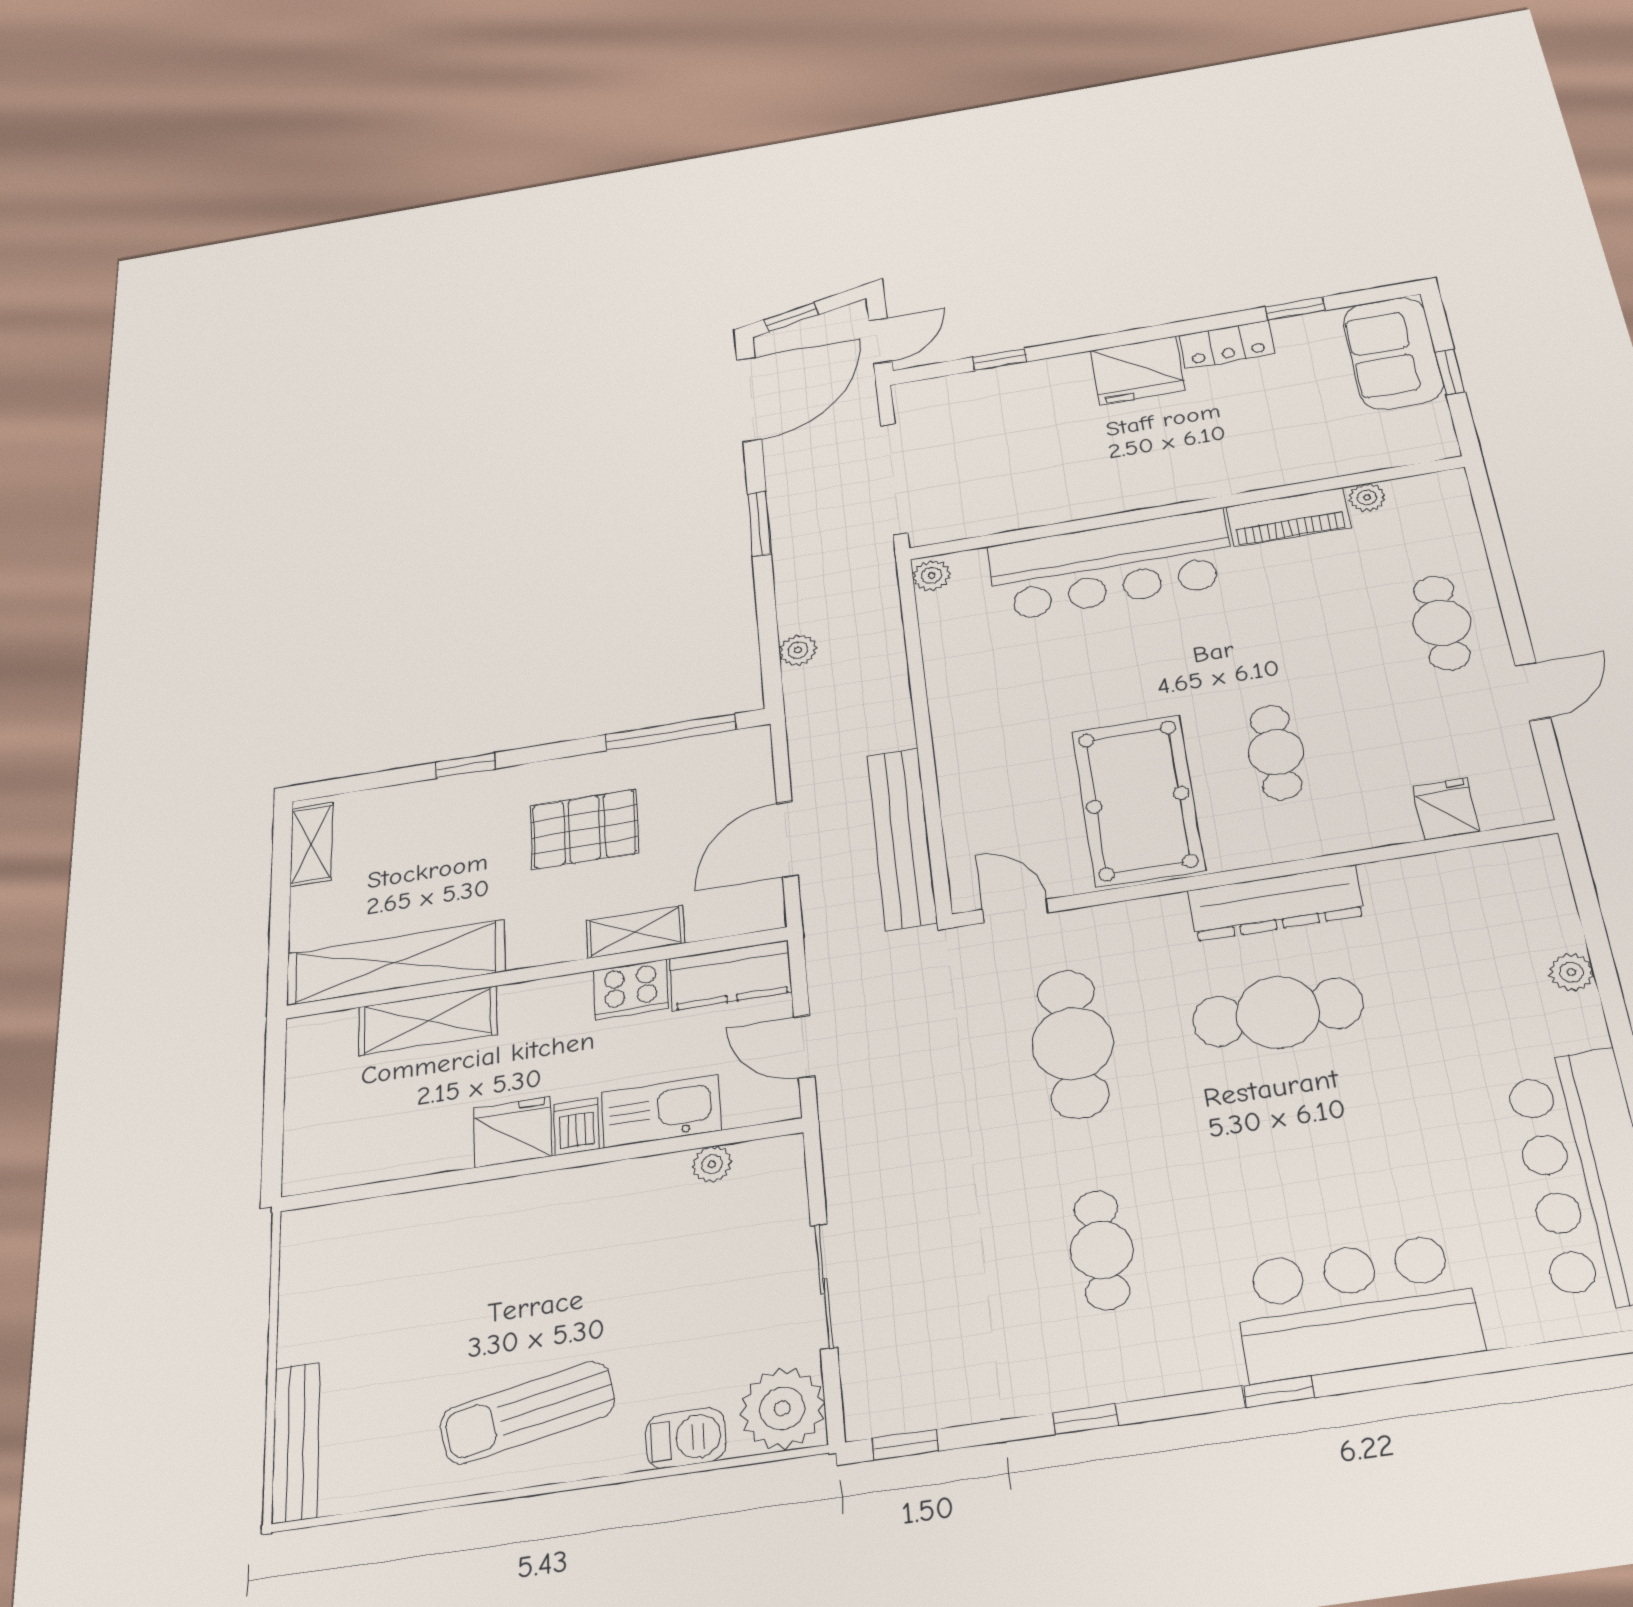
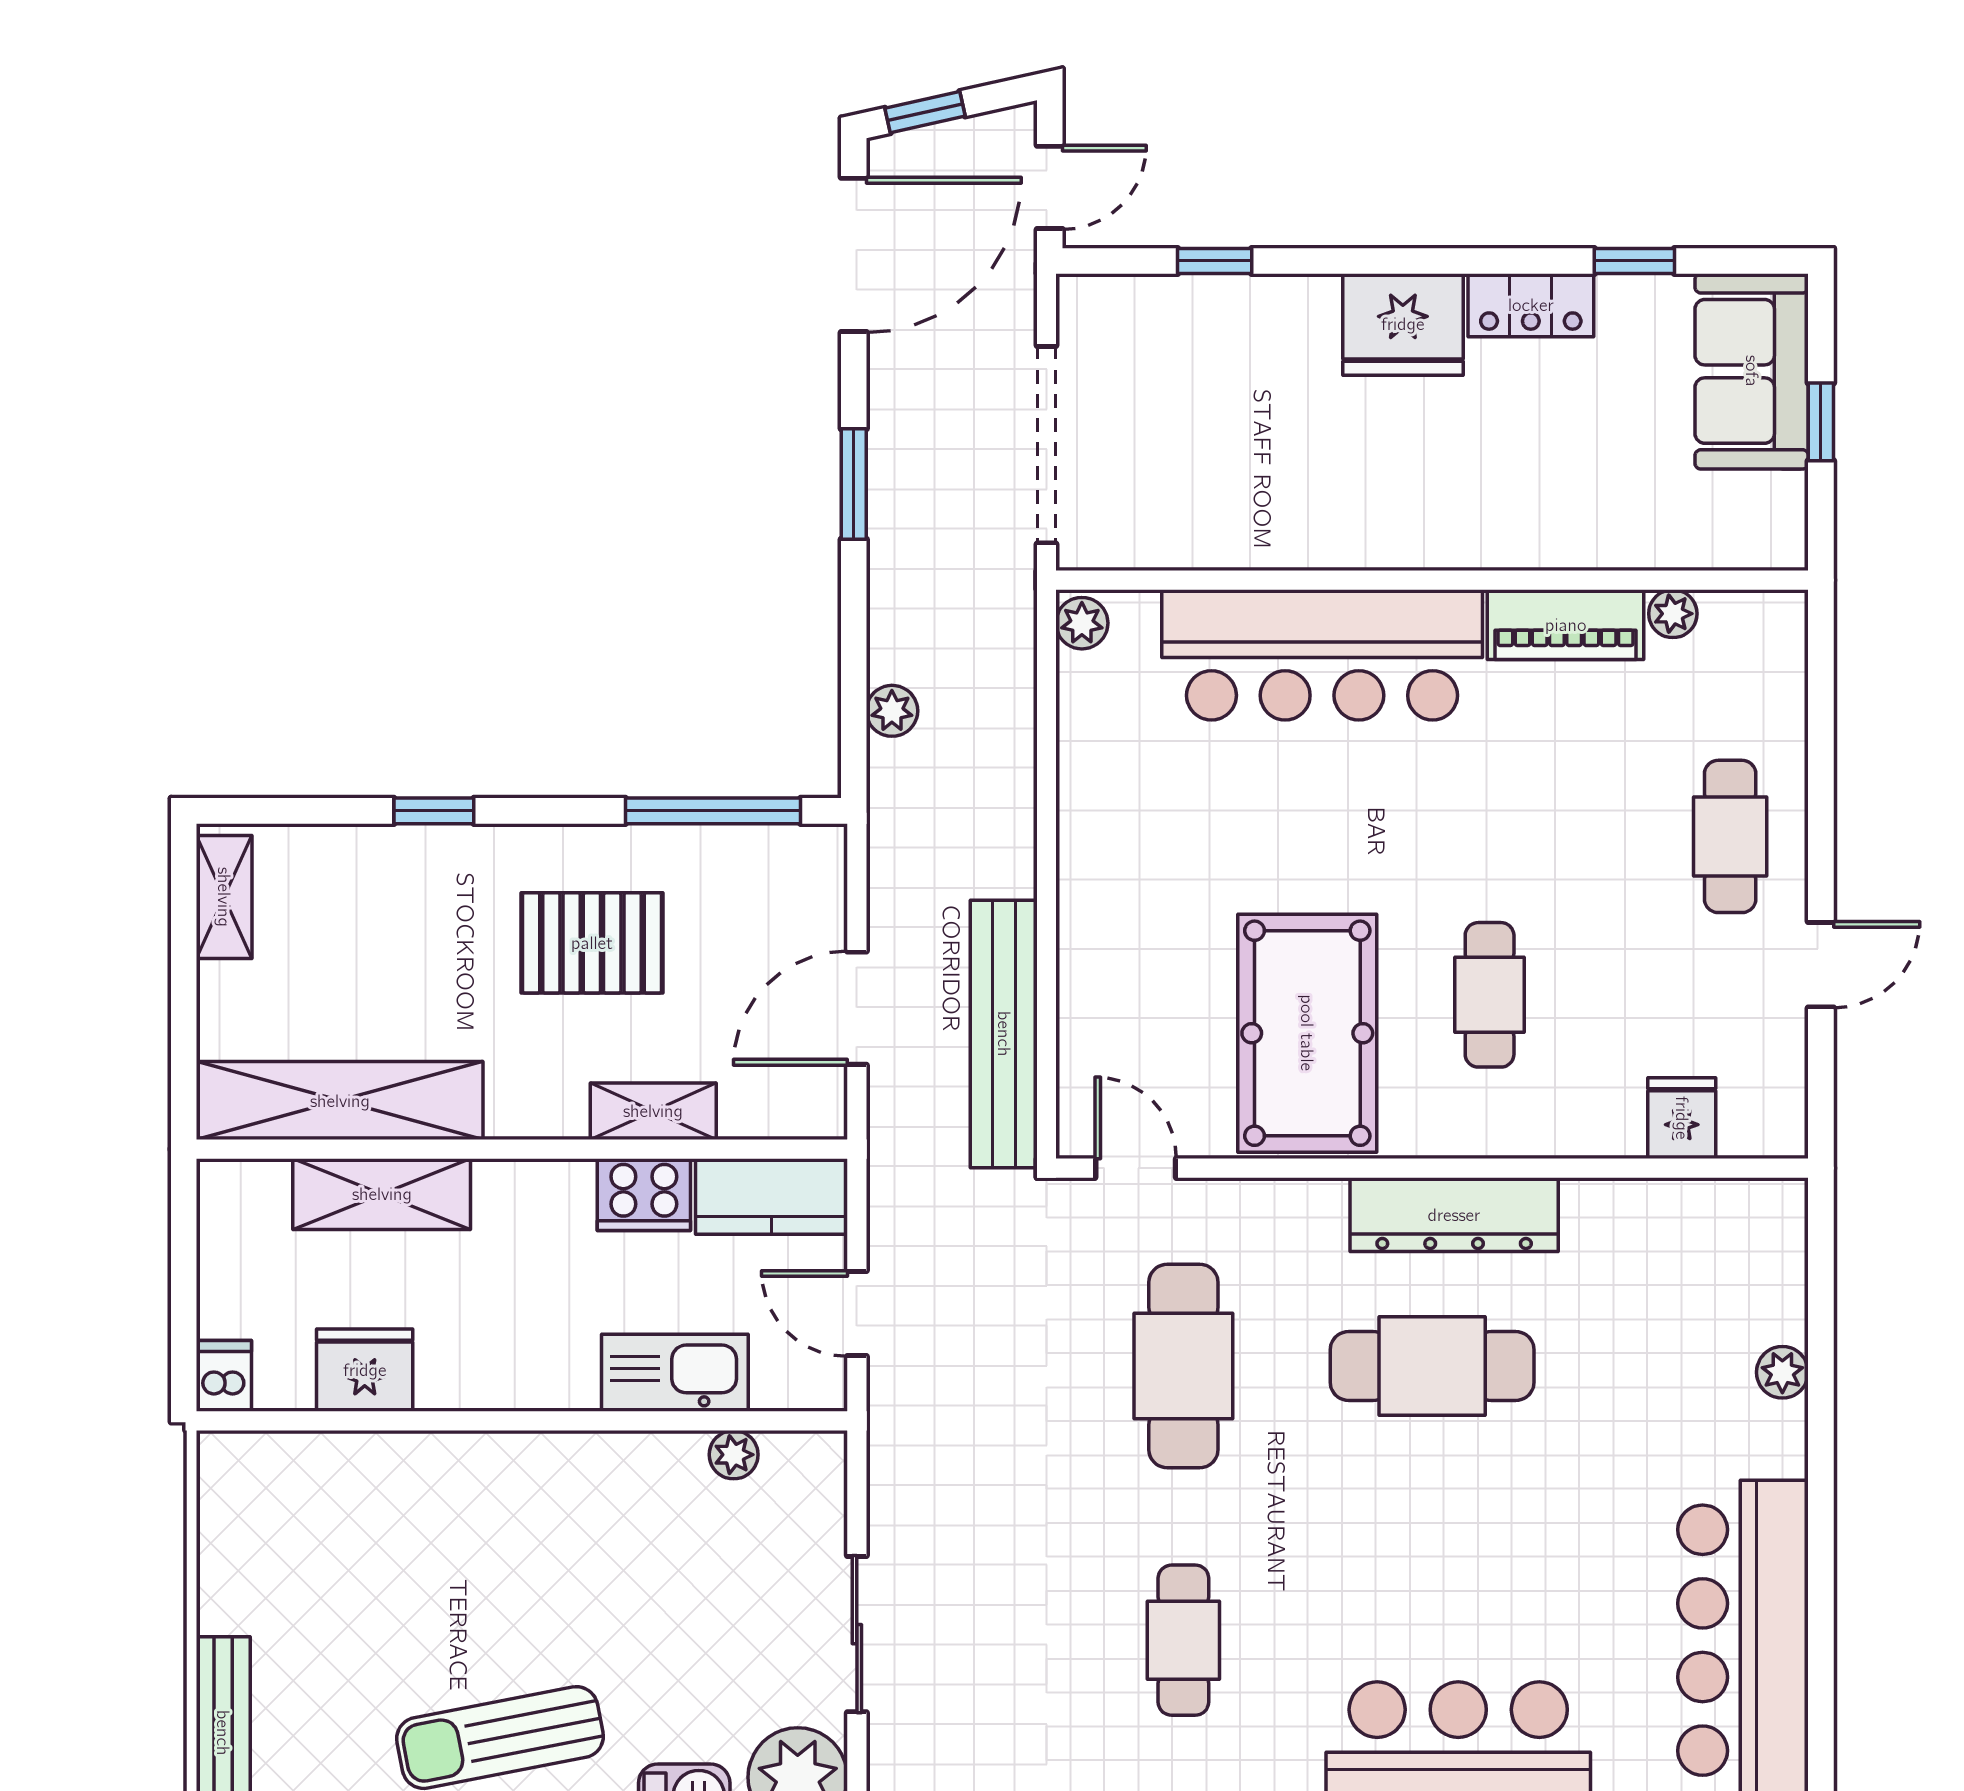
dishwasher: (577, 1126) -> (224, 1376), moved
fridge: (512, 1132) -> (365, 1370), moved

